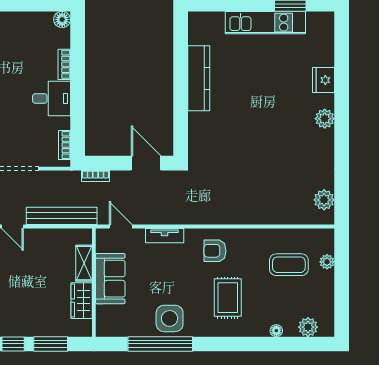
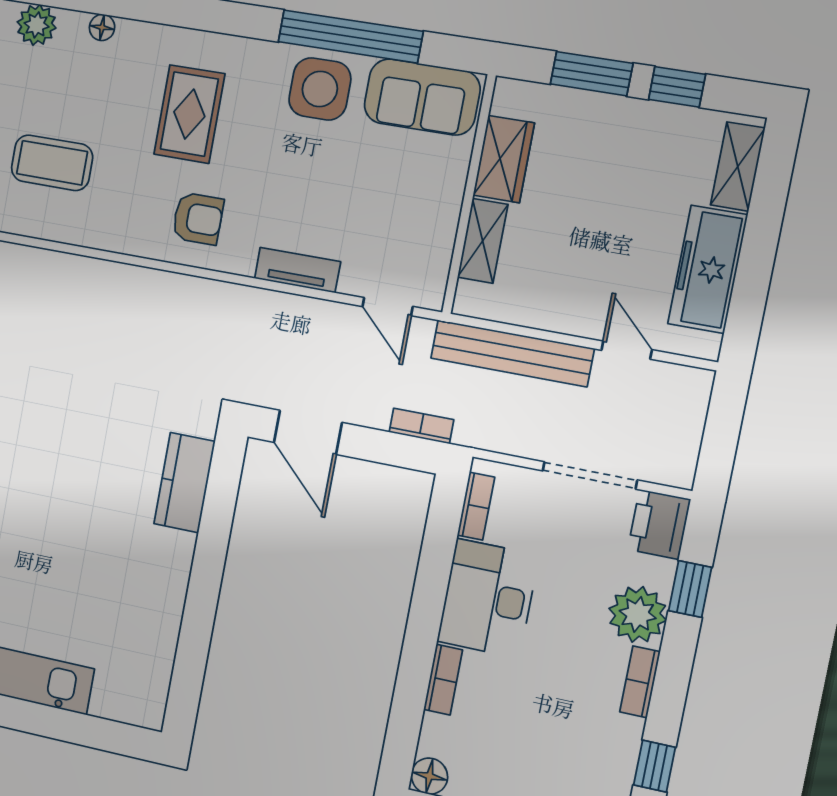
kitchen counter: (199, 78) -> (184, 483), moved, width x0.67
desk: (52, 98) -> (488, 598), width x1.37
sofa: (110, 279) -> (422, 97), moved, turned -90

